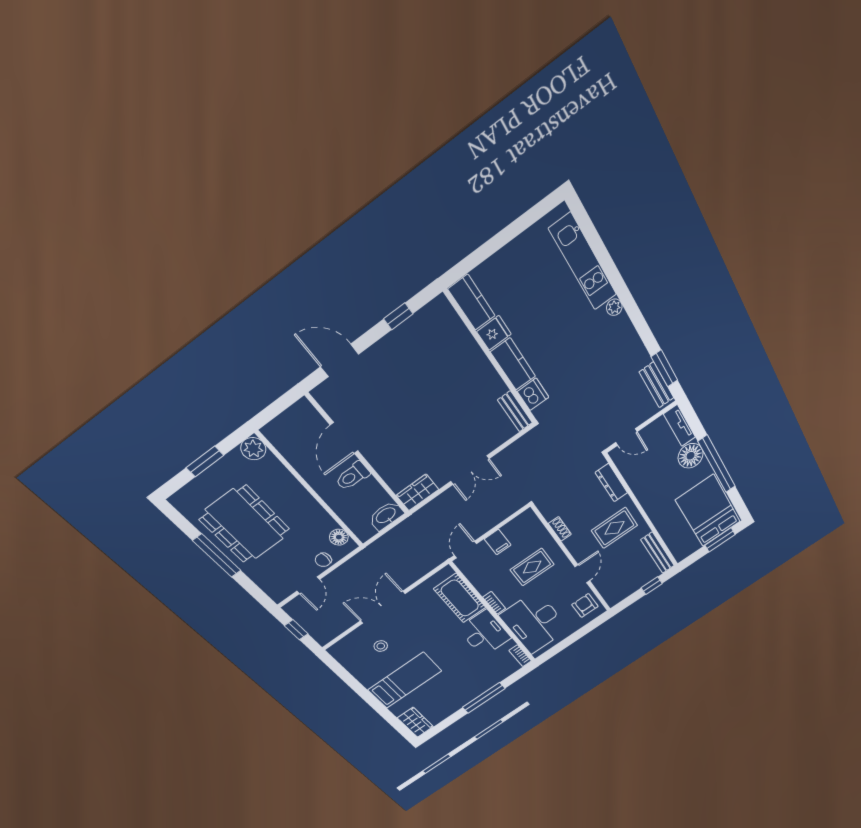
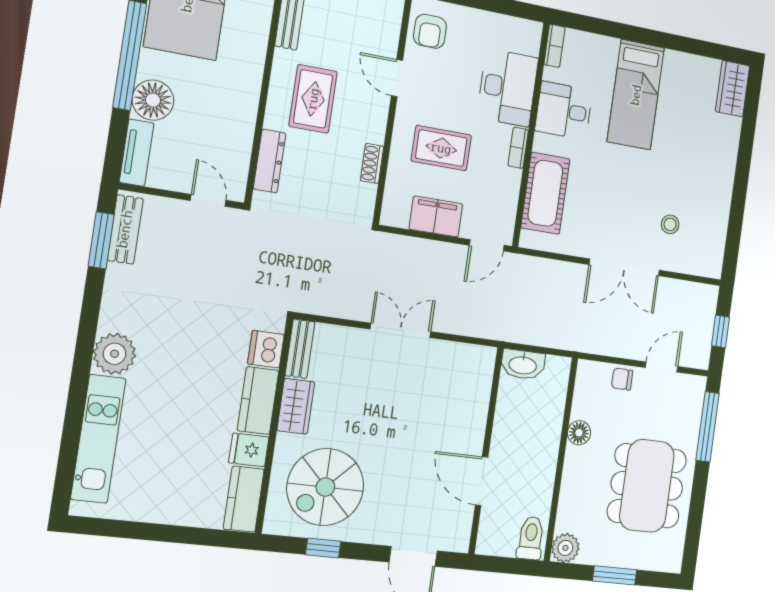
plant: (614, 307) -> (115, 354), width x1.87, depth x1.87
spiral stairs: (431, 352) -> (325, 487), added
door: (344, 438) -> (482, 481), swing flipped
toilet: (353, 476) -> (531, 538), moved, turned -90
wardrobe: (417, 492) -> (296, 406), moved, turned -90
rug: (614, 528) -> (313, 99), turned 90
floor lamp: (339, 537) -> (579, 433), moved
filing cabinet: (498, 542) -> (436, 217), width x2.00
window: (217, 556) -> (708, 427), moved
chair: (323, 560) -> (622, 379), turned 180
door: (582, 574) -> (397, 78), hinge flipped
desk: (534, 622) -> (508, 88), width x0.73, depth x0.77
desk: (485, 633) -> (564, 111), width x0.73
bed: (405, 680) -> (636, 95), moved, turned -90
window: (484, 698) -> (641, 35), removed

